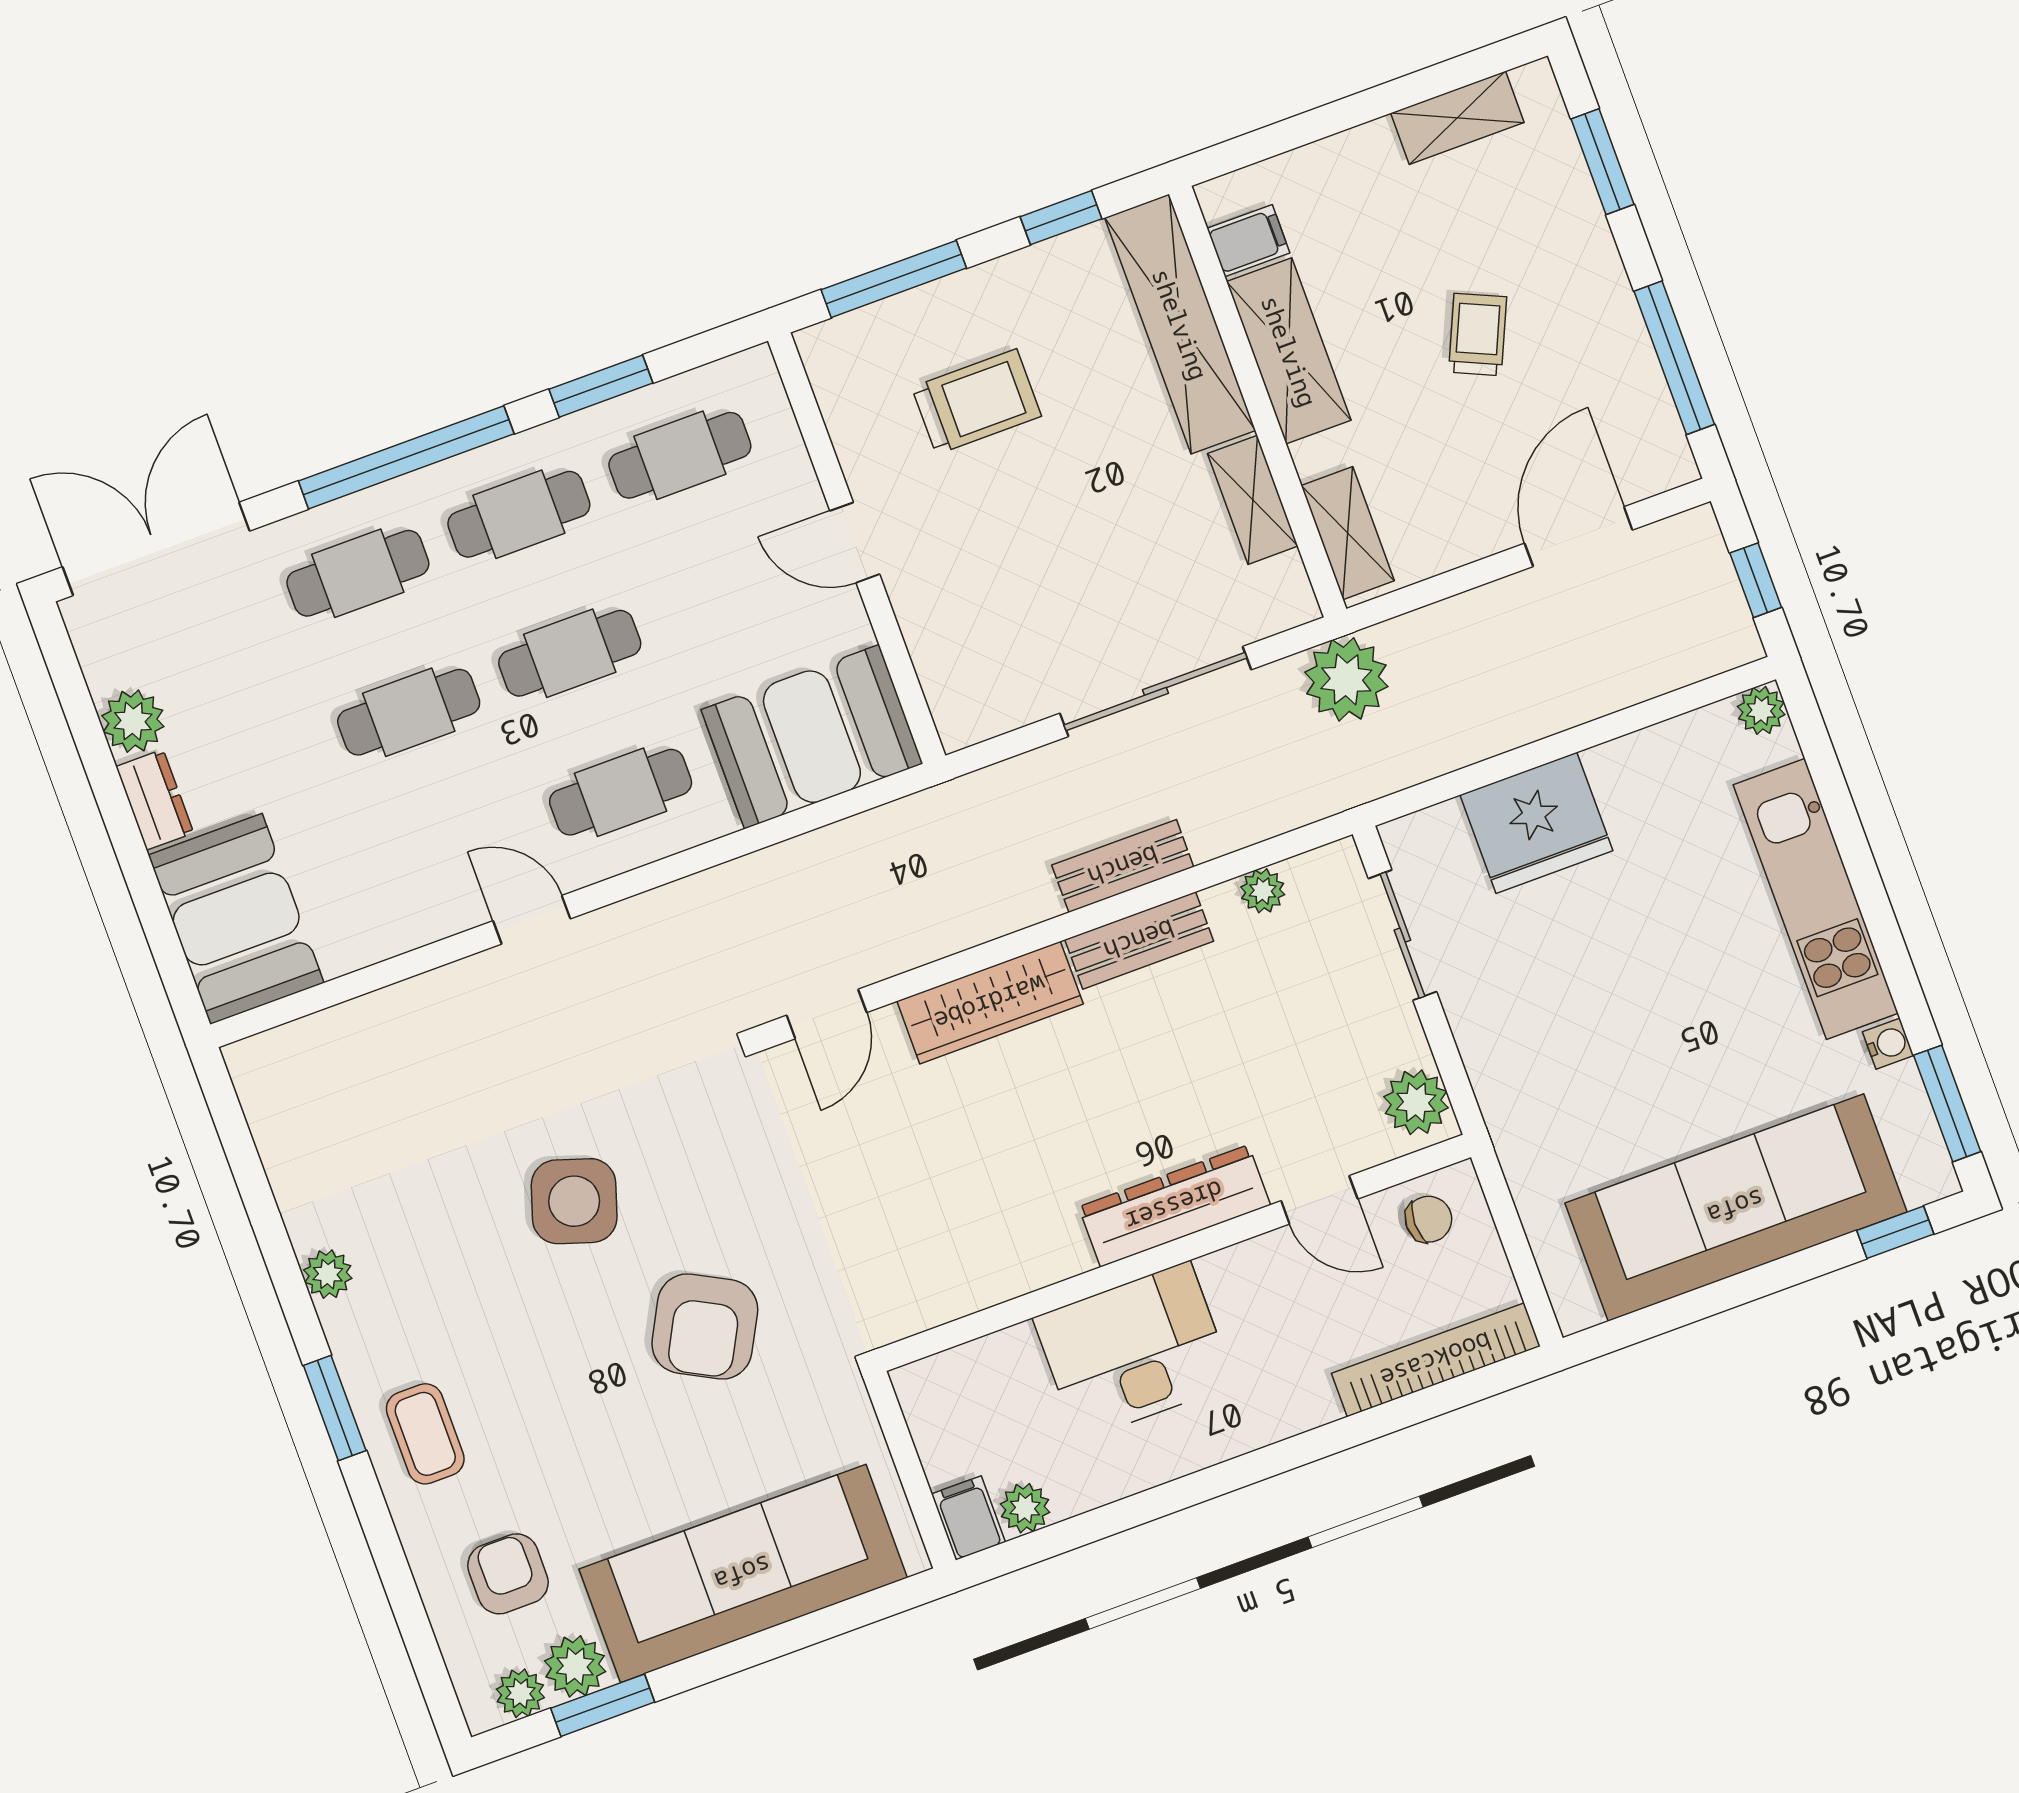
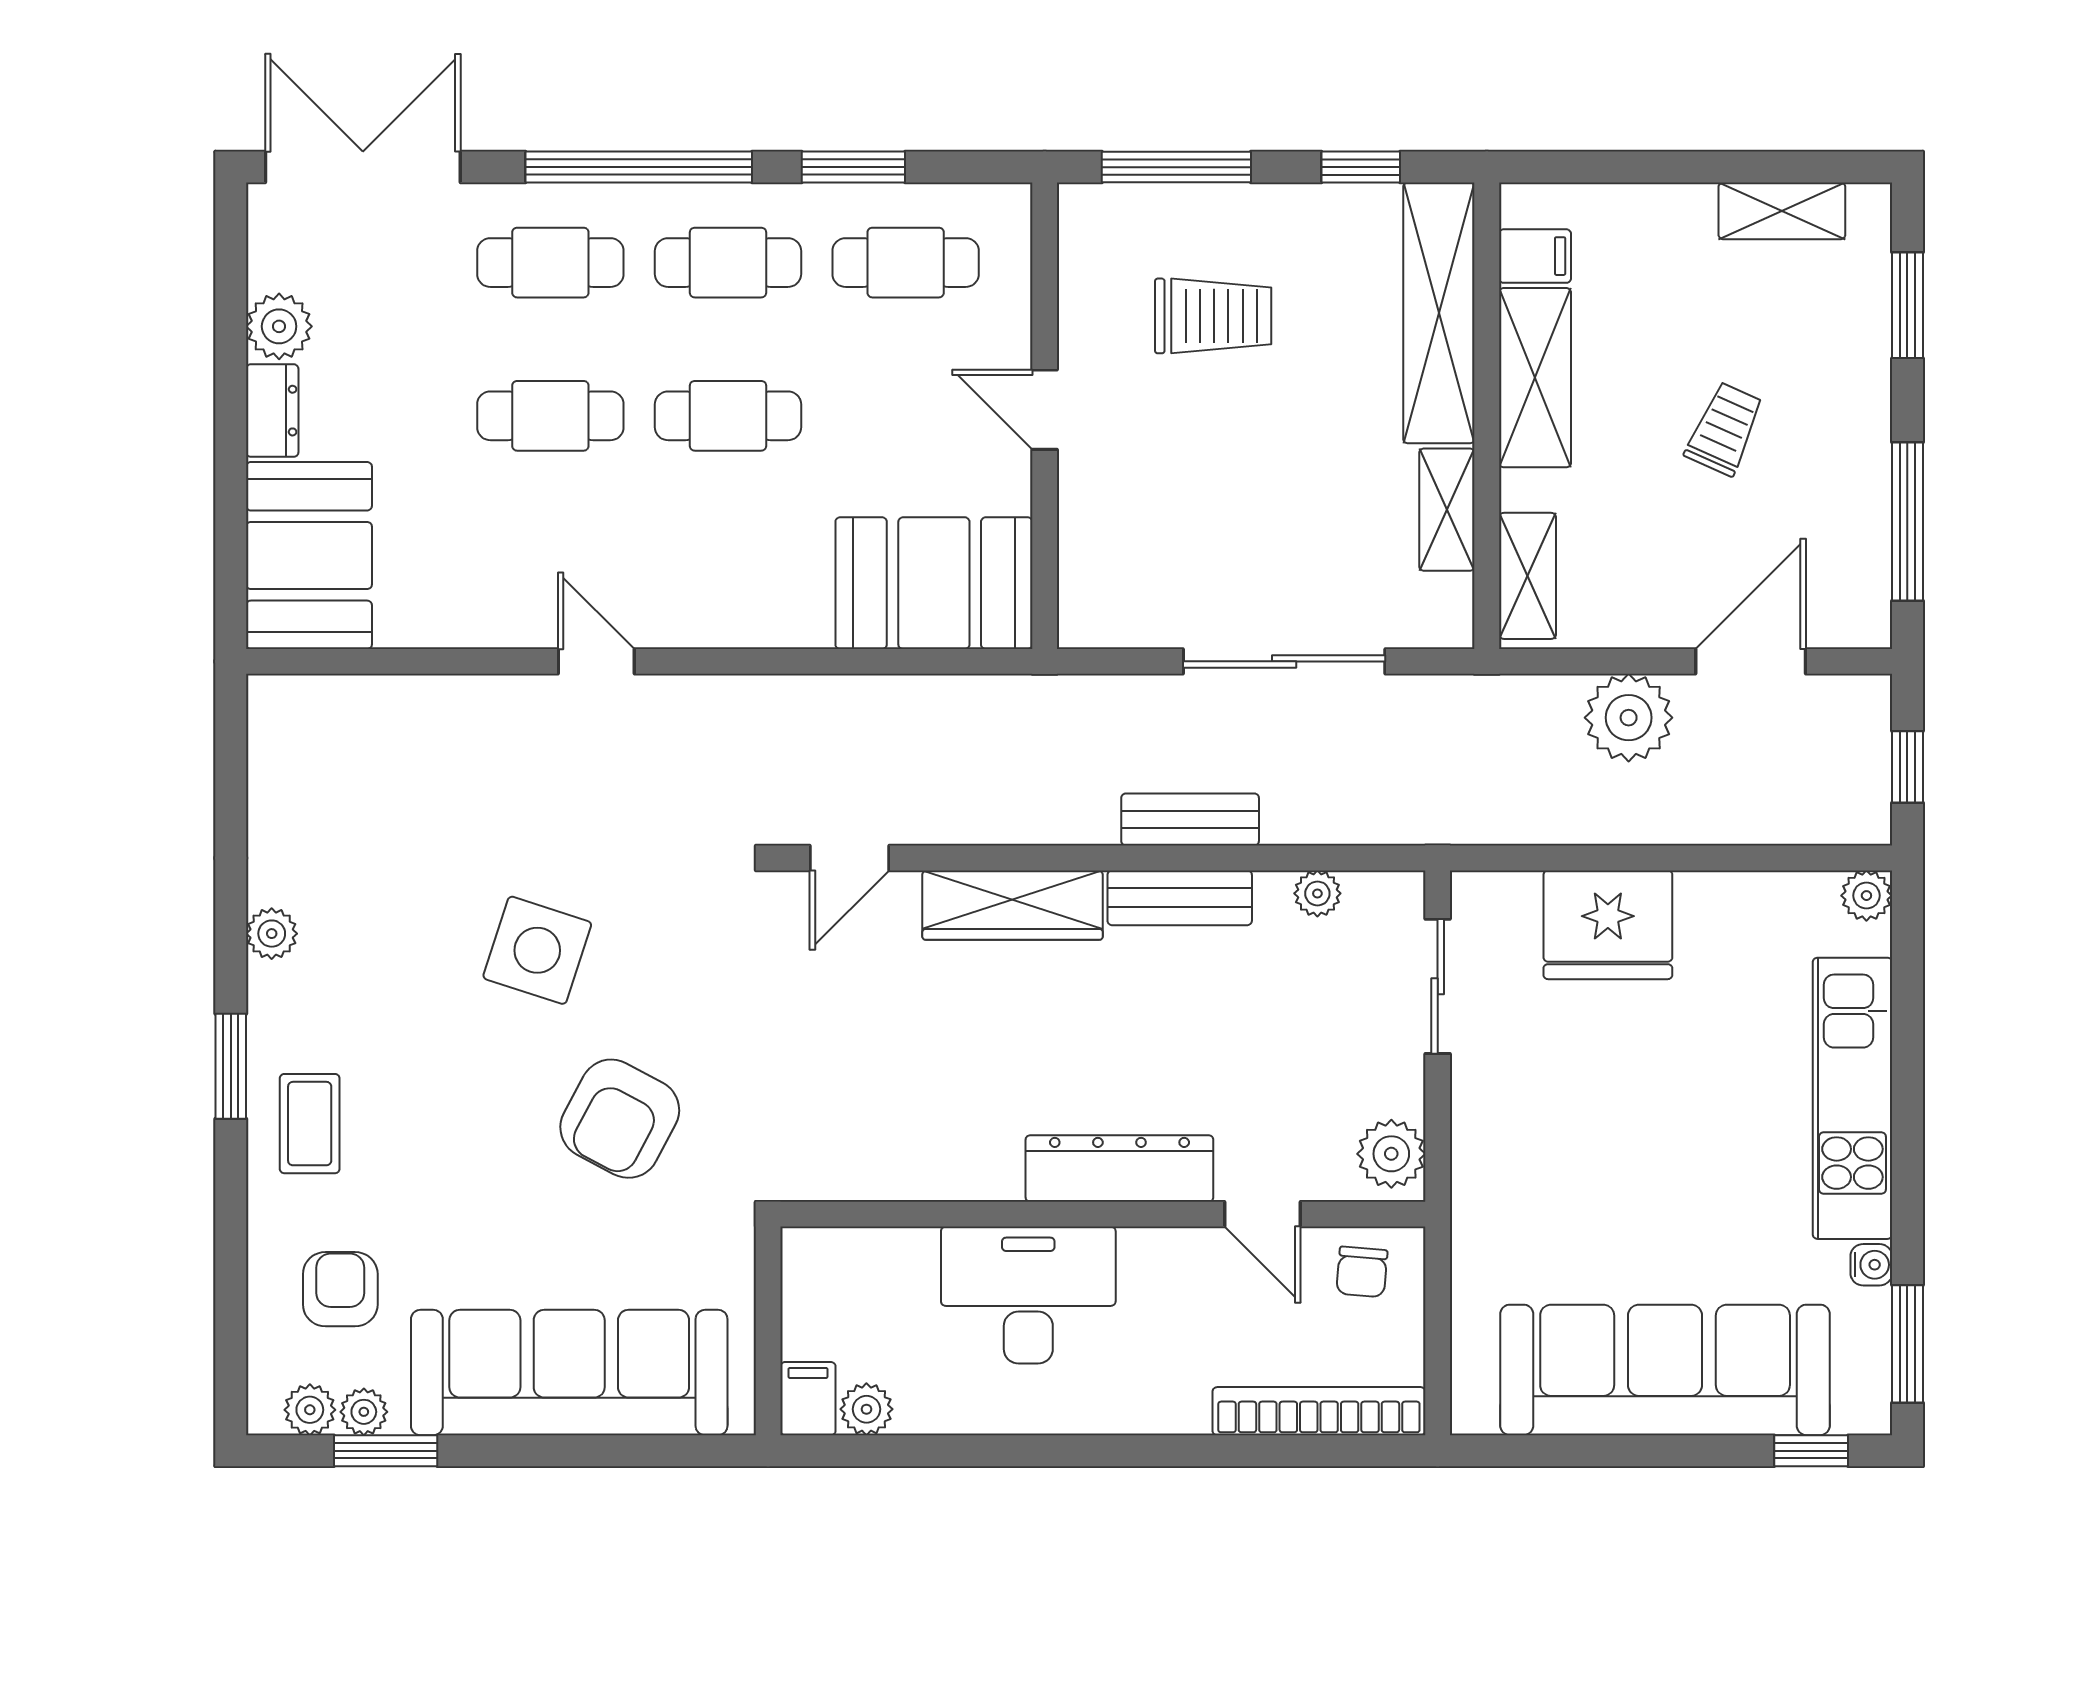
plant: (1346, 679) -> (1629, 718), moved
cafe table: (621, 792) -> (728, 569), removed
chair: (1429, 1219) -> (1362, 1272), turned 95
plant: (575, 1666) -> (364, 1412), width x0.73, depth x0.73

